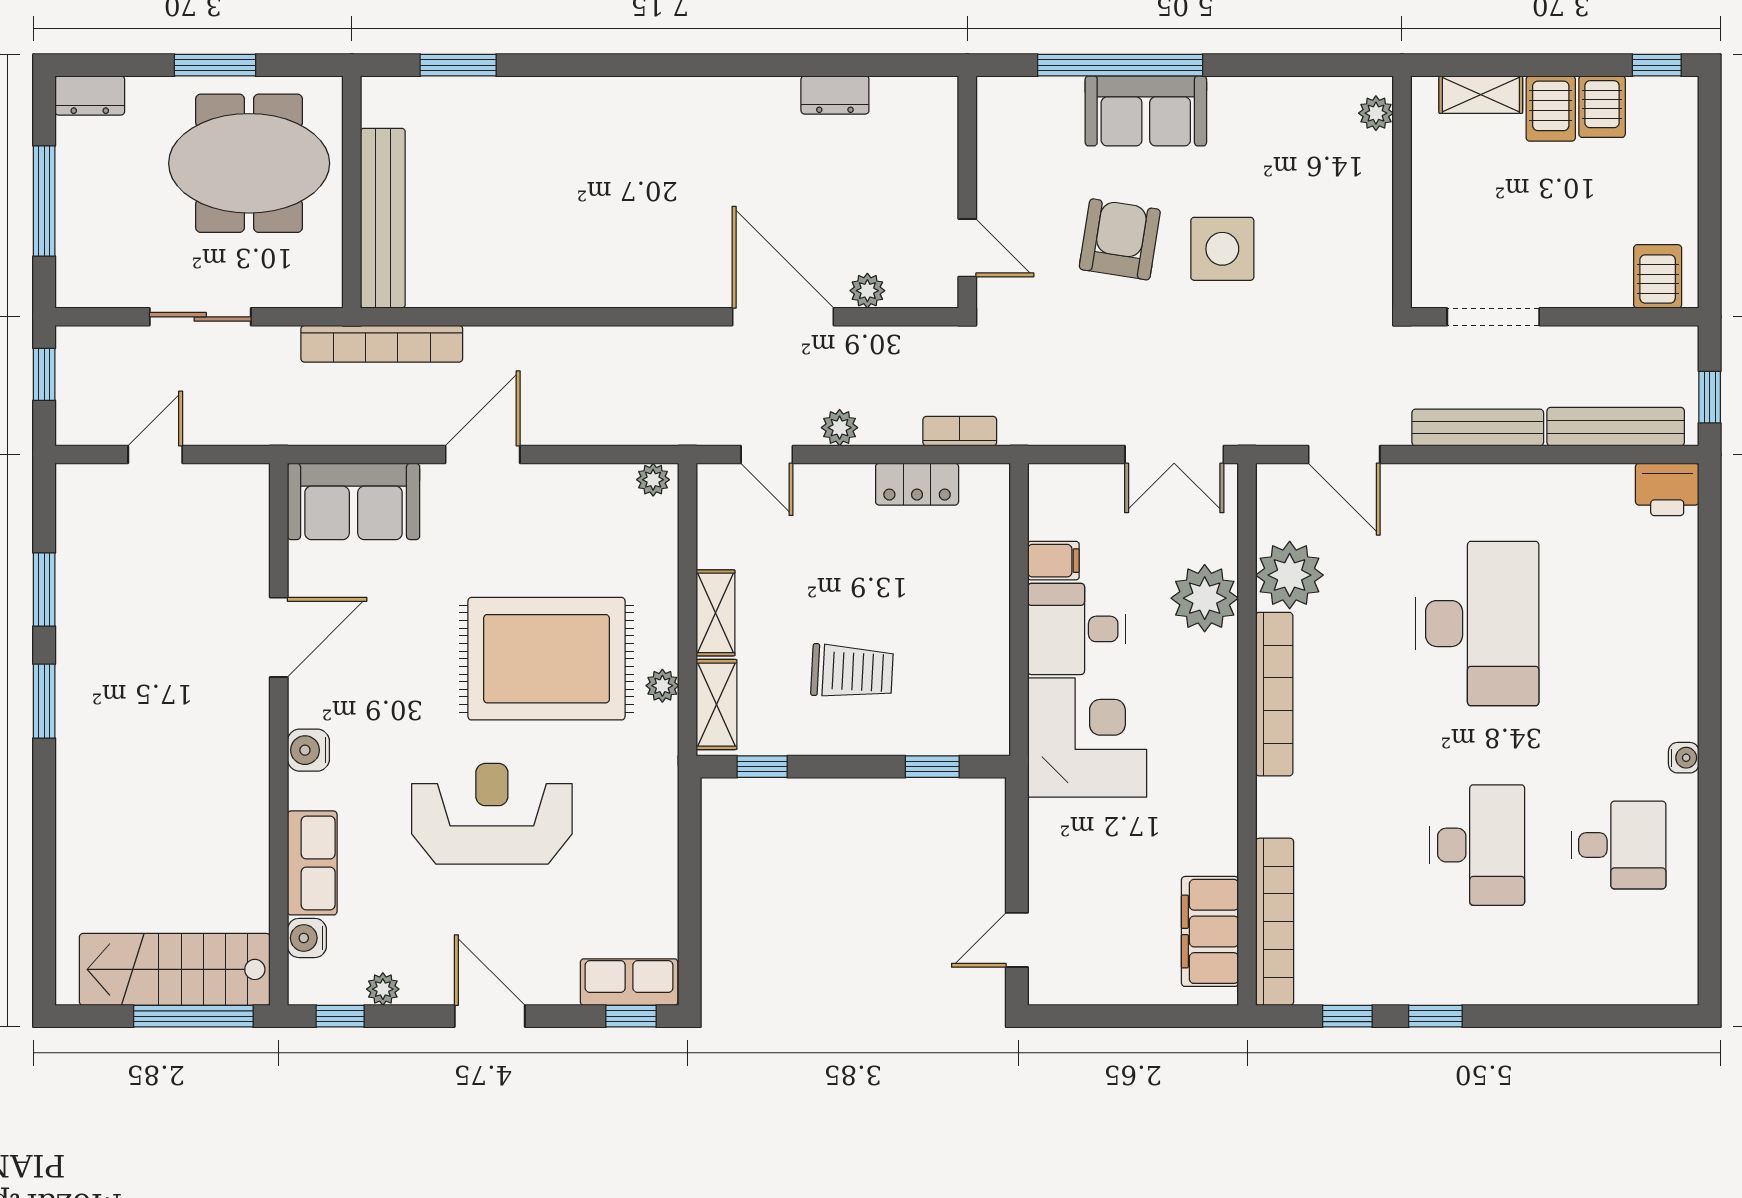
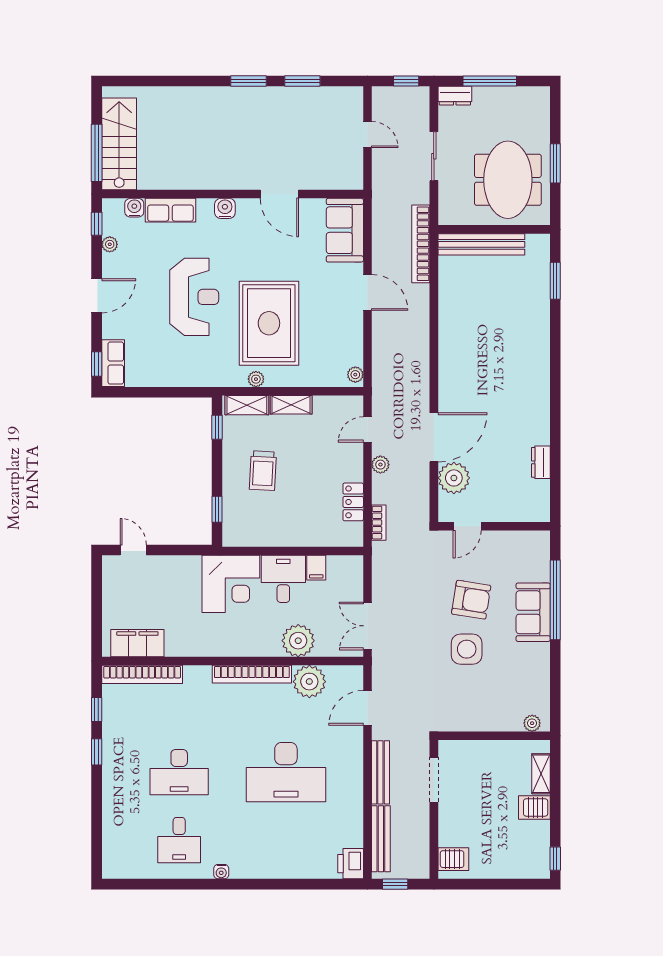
dresser: (90, 95) -> (455, 96), moved, turned -90
server rack: (1602, 107) -> (535, 832), removed
plant: (867, 291) -> (454, 478), width x1.87, depth x1.87

